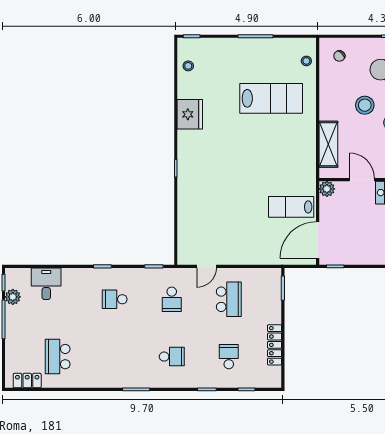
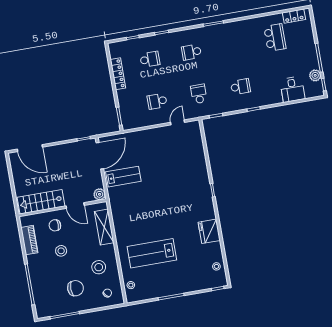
stool: (365, 105) -> (99, 267), moved
school desk: (229, 299) -> (157, 101), width x0.54
school desk: (229, 357) -> (150, 59), turned -90

